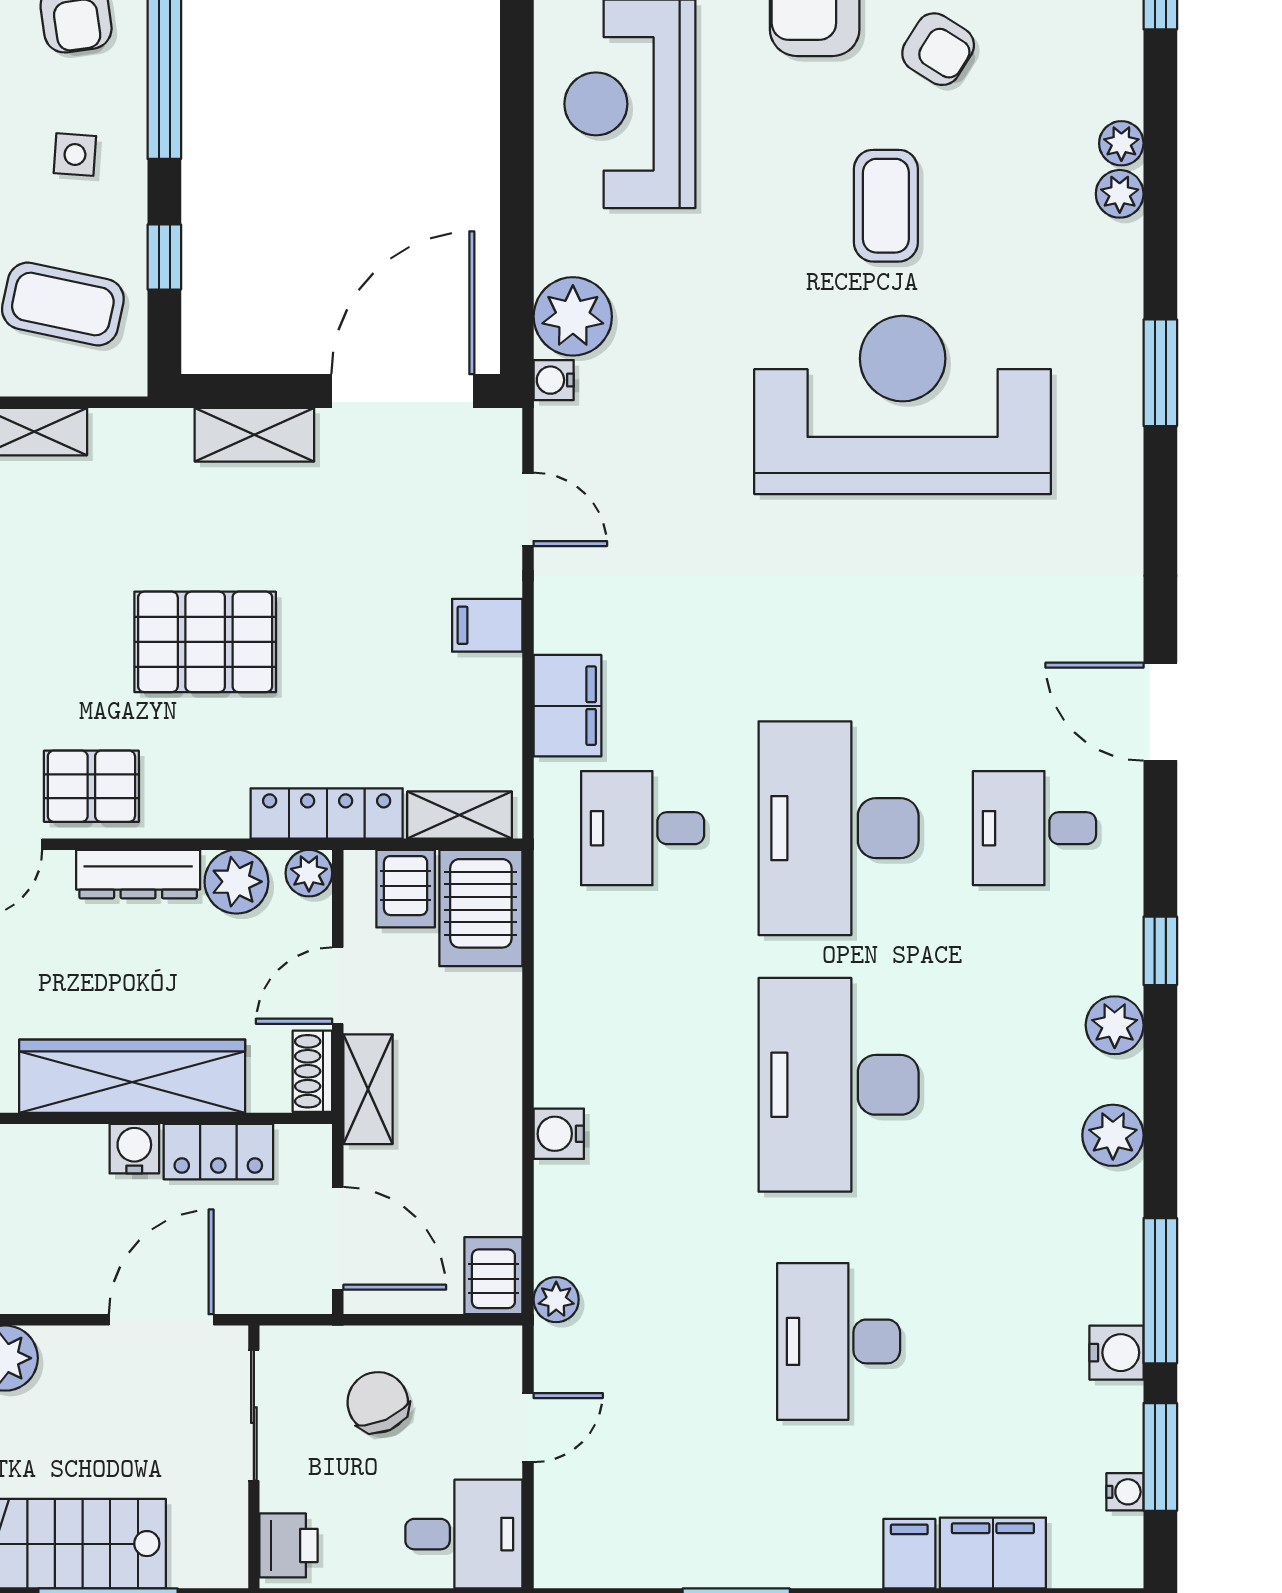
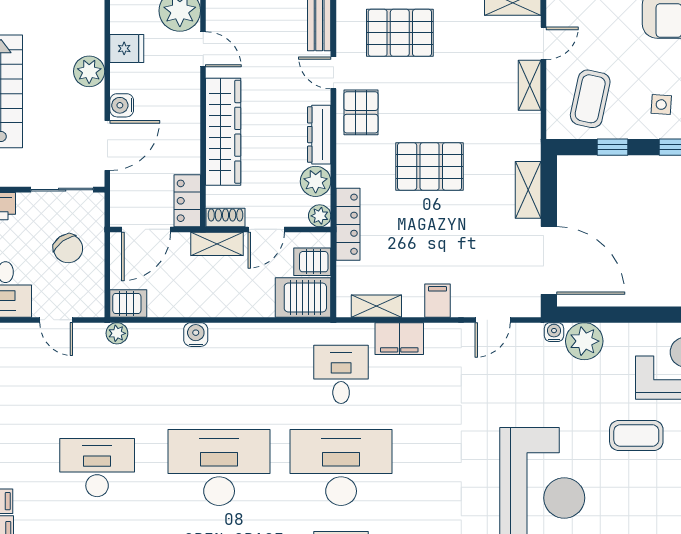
coffee table: (886, 206) -> (636, 435), moved
pallet: (205, 642) -> (430, 166), turned 90
shelving: (460, 815) -> (376, 306), moved, turned 90
door: (338, 986) -> (266, 229), swing flipped
water cooler: (134, 1149) -> (122, 105), moved, turned 180
locker: (218, 1152) -> (187, 201), moved
door: (161, 1320) -> (107, 146), hinge flipped
chair: (378, 1402) -> (68, 249), turned 78

